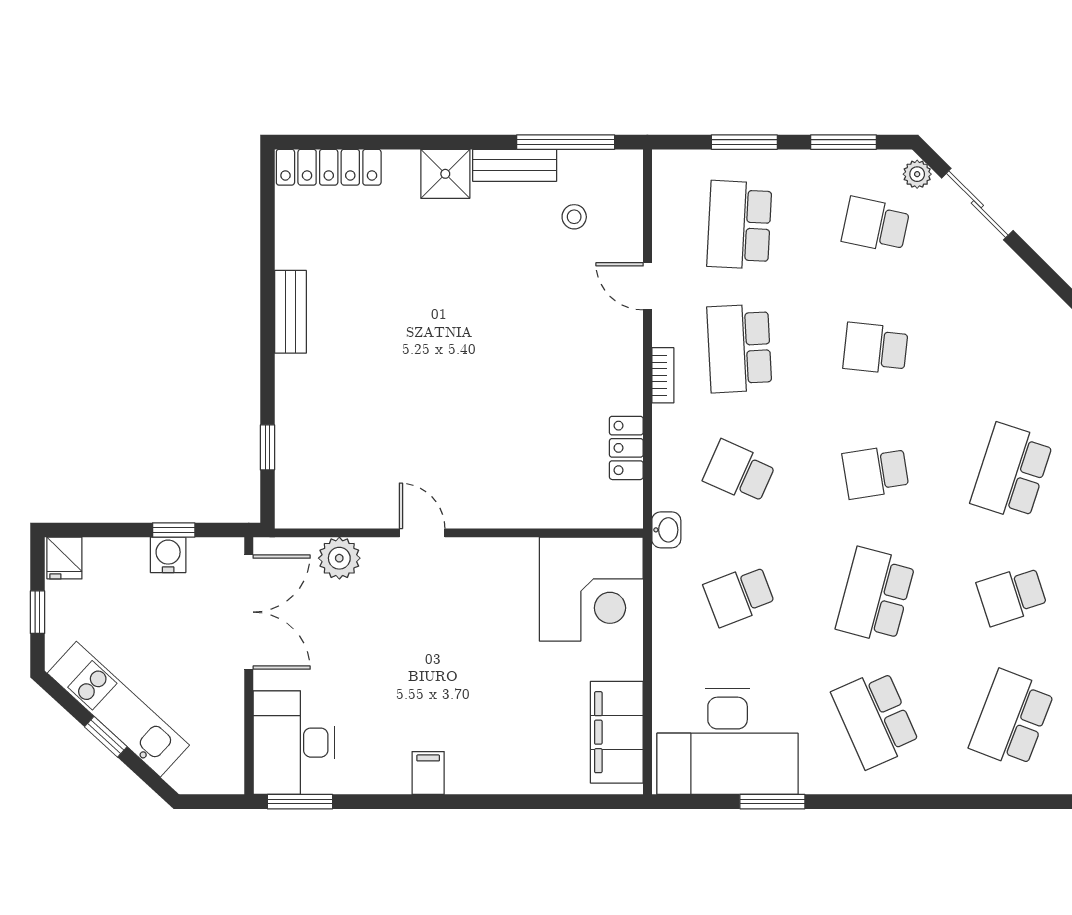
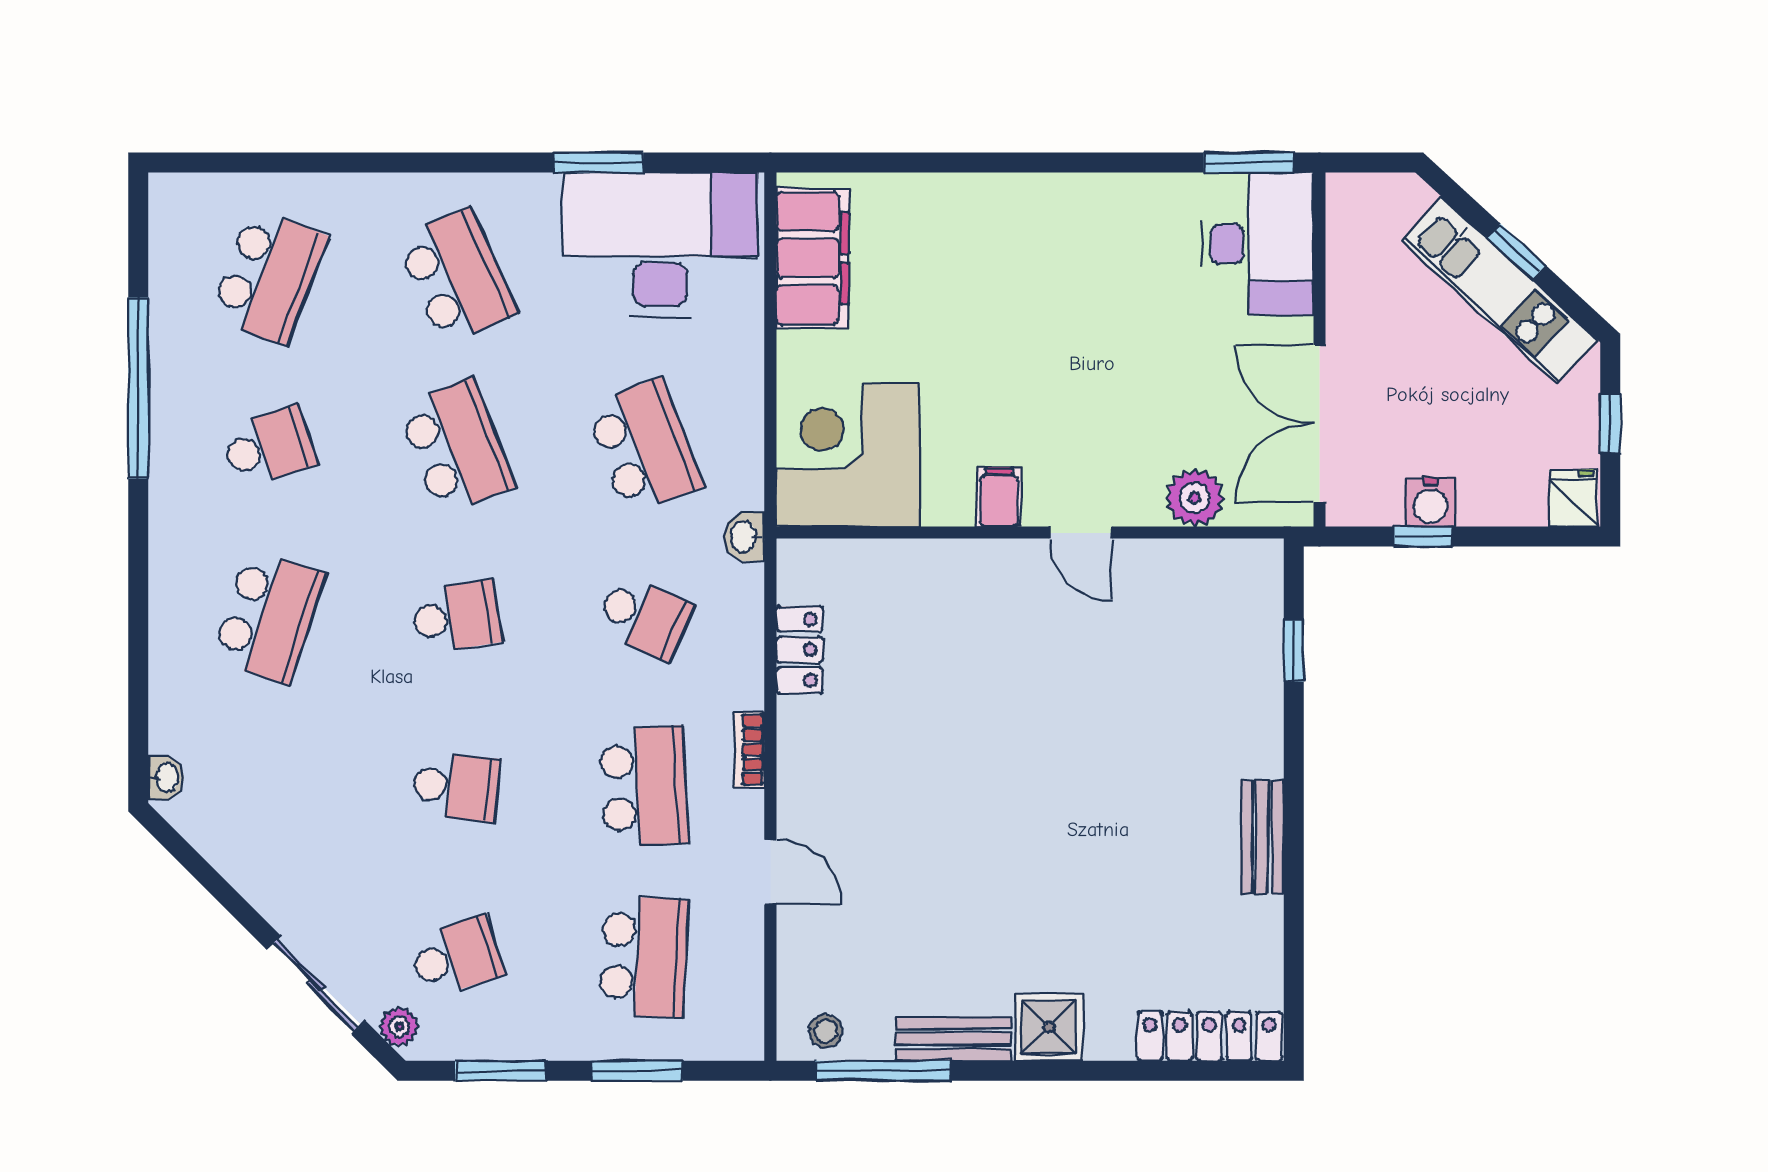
stool: (574, 217) -> (826, 1031), moved
school desk: (876, 225) -> (456, 957), turned -30
school desk: (739, 595) -> (644, 447), width x1.85
school desk: (876, 595) -> (456, 447), turned -36
filing cabinet: (428, 773) -> (999, 497), moved, turned 180

